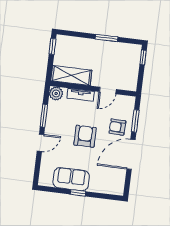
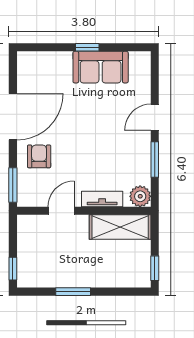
window: (135, 121) -> (13, 185), moved
armchair: (117, 127) -> (39, 156), turned -92
armchair: (85, 136) -> (87, 136), removed

